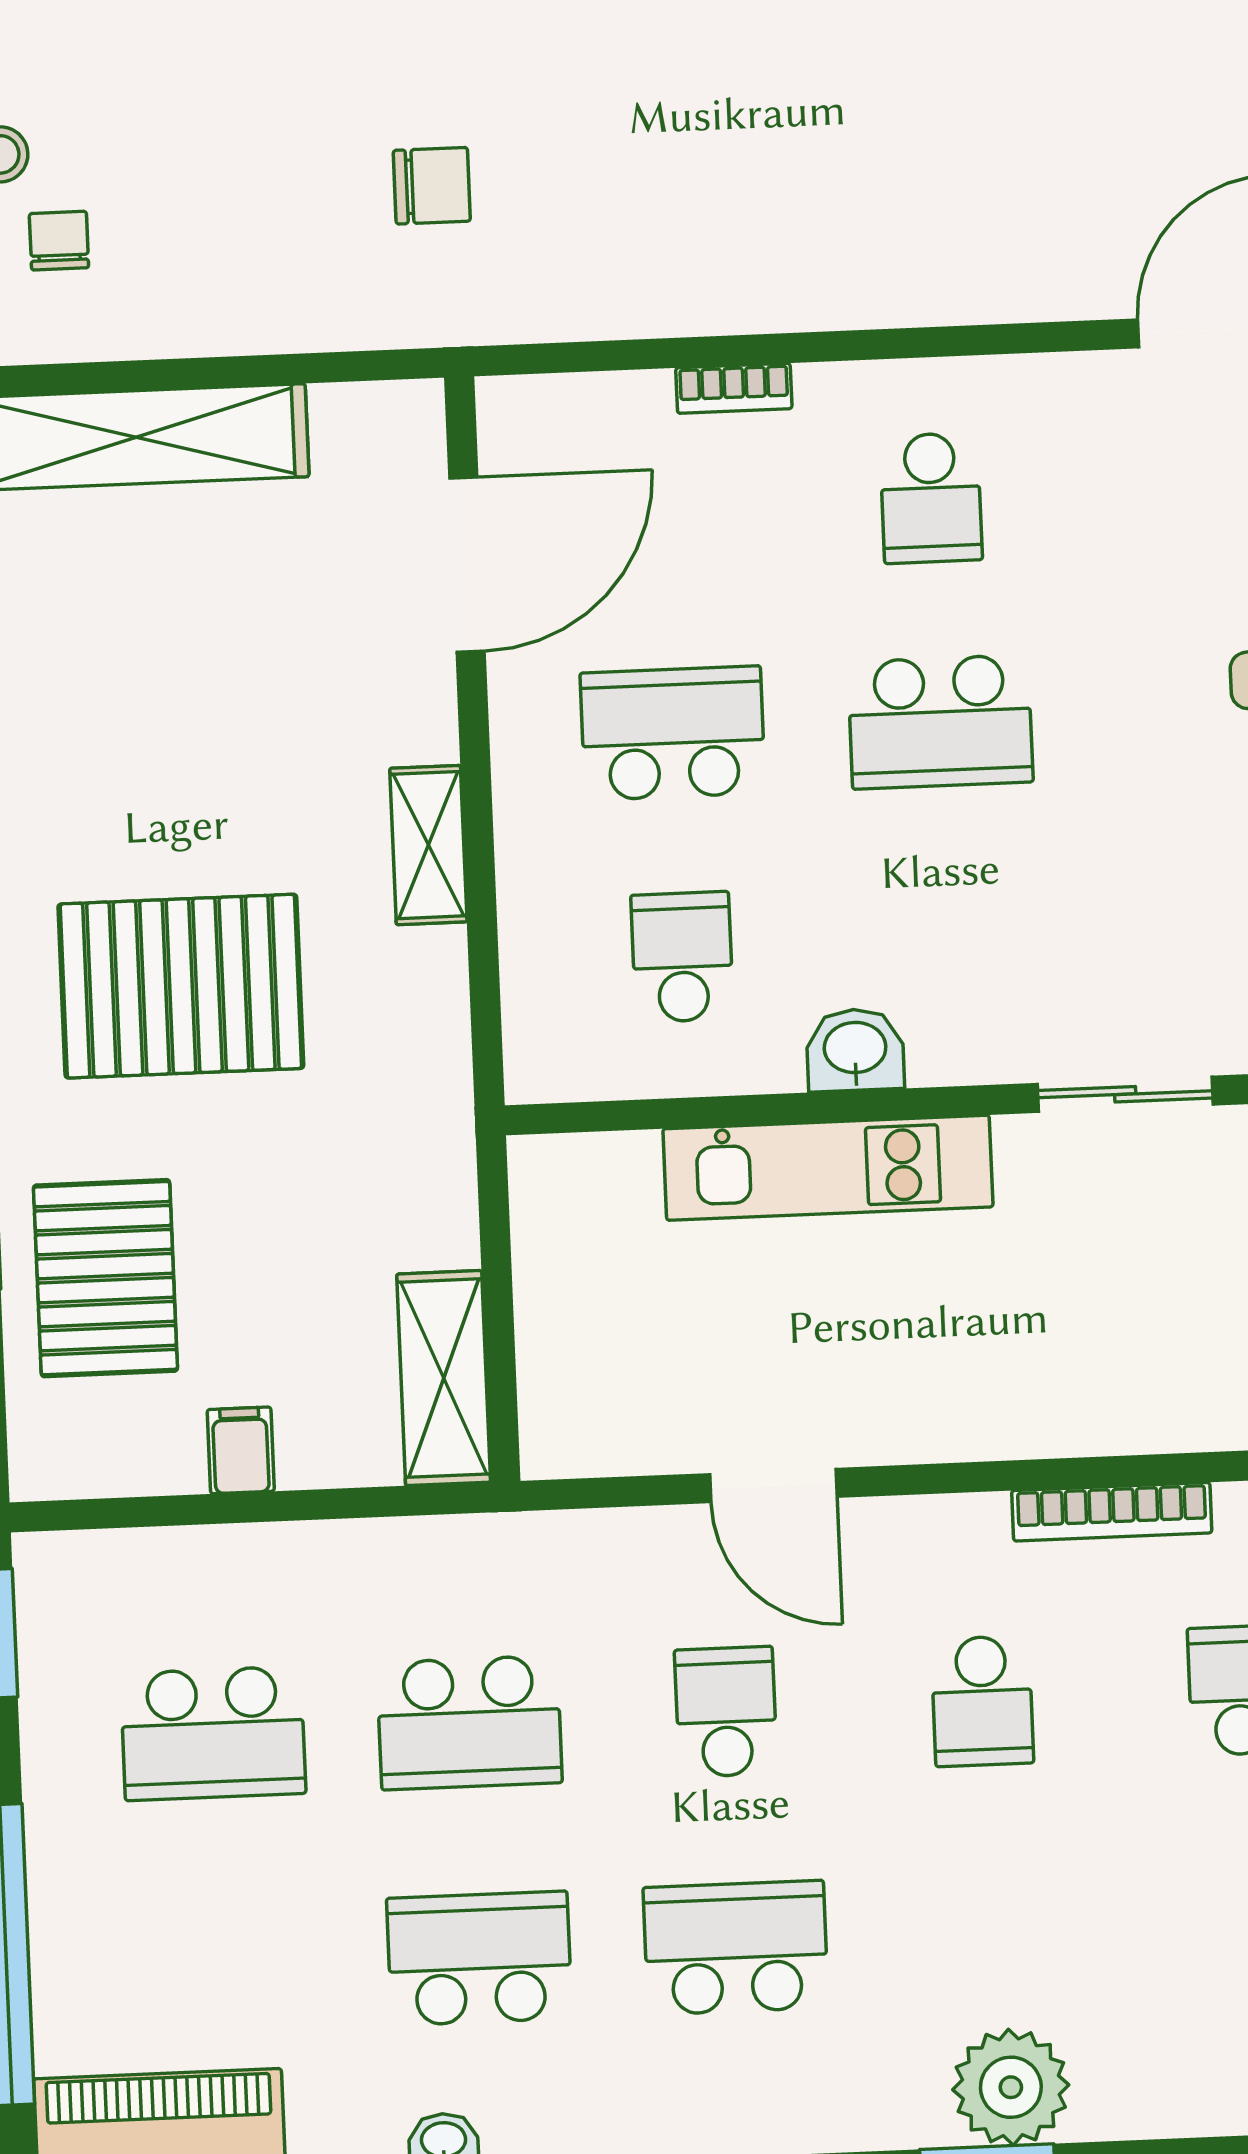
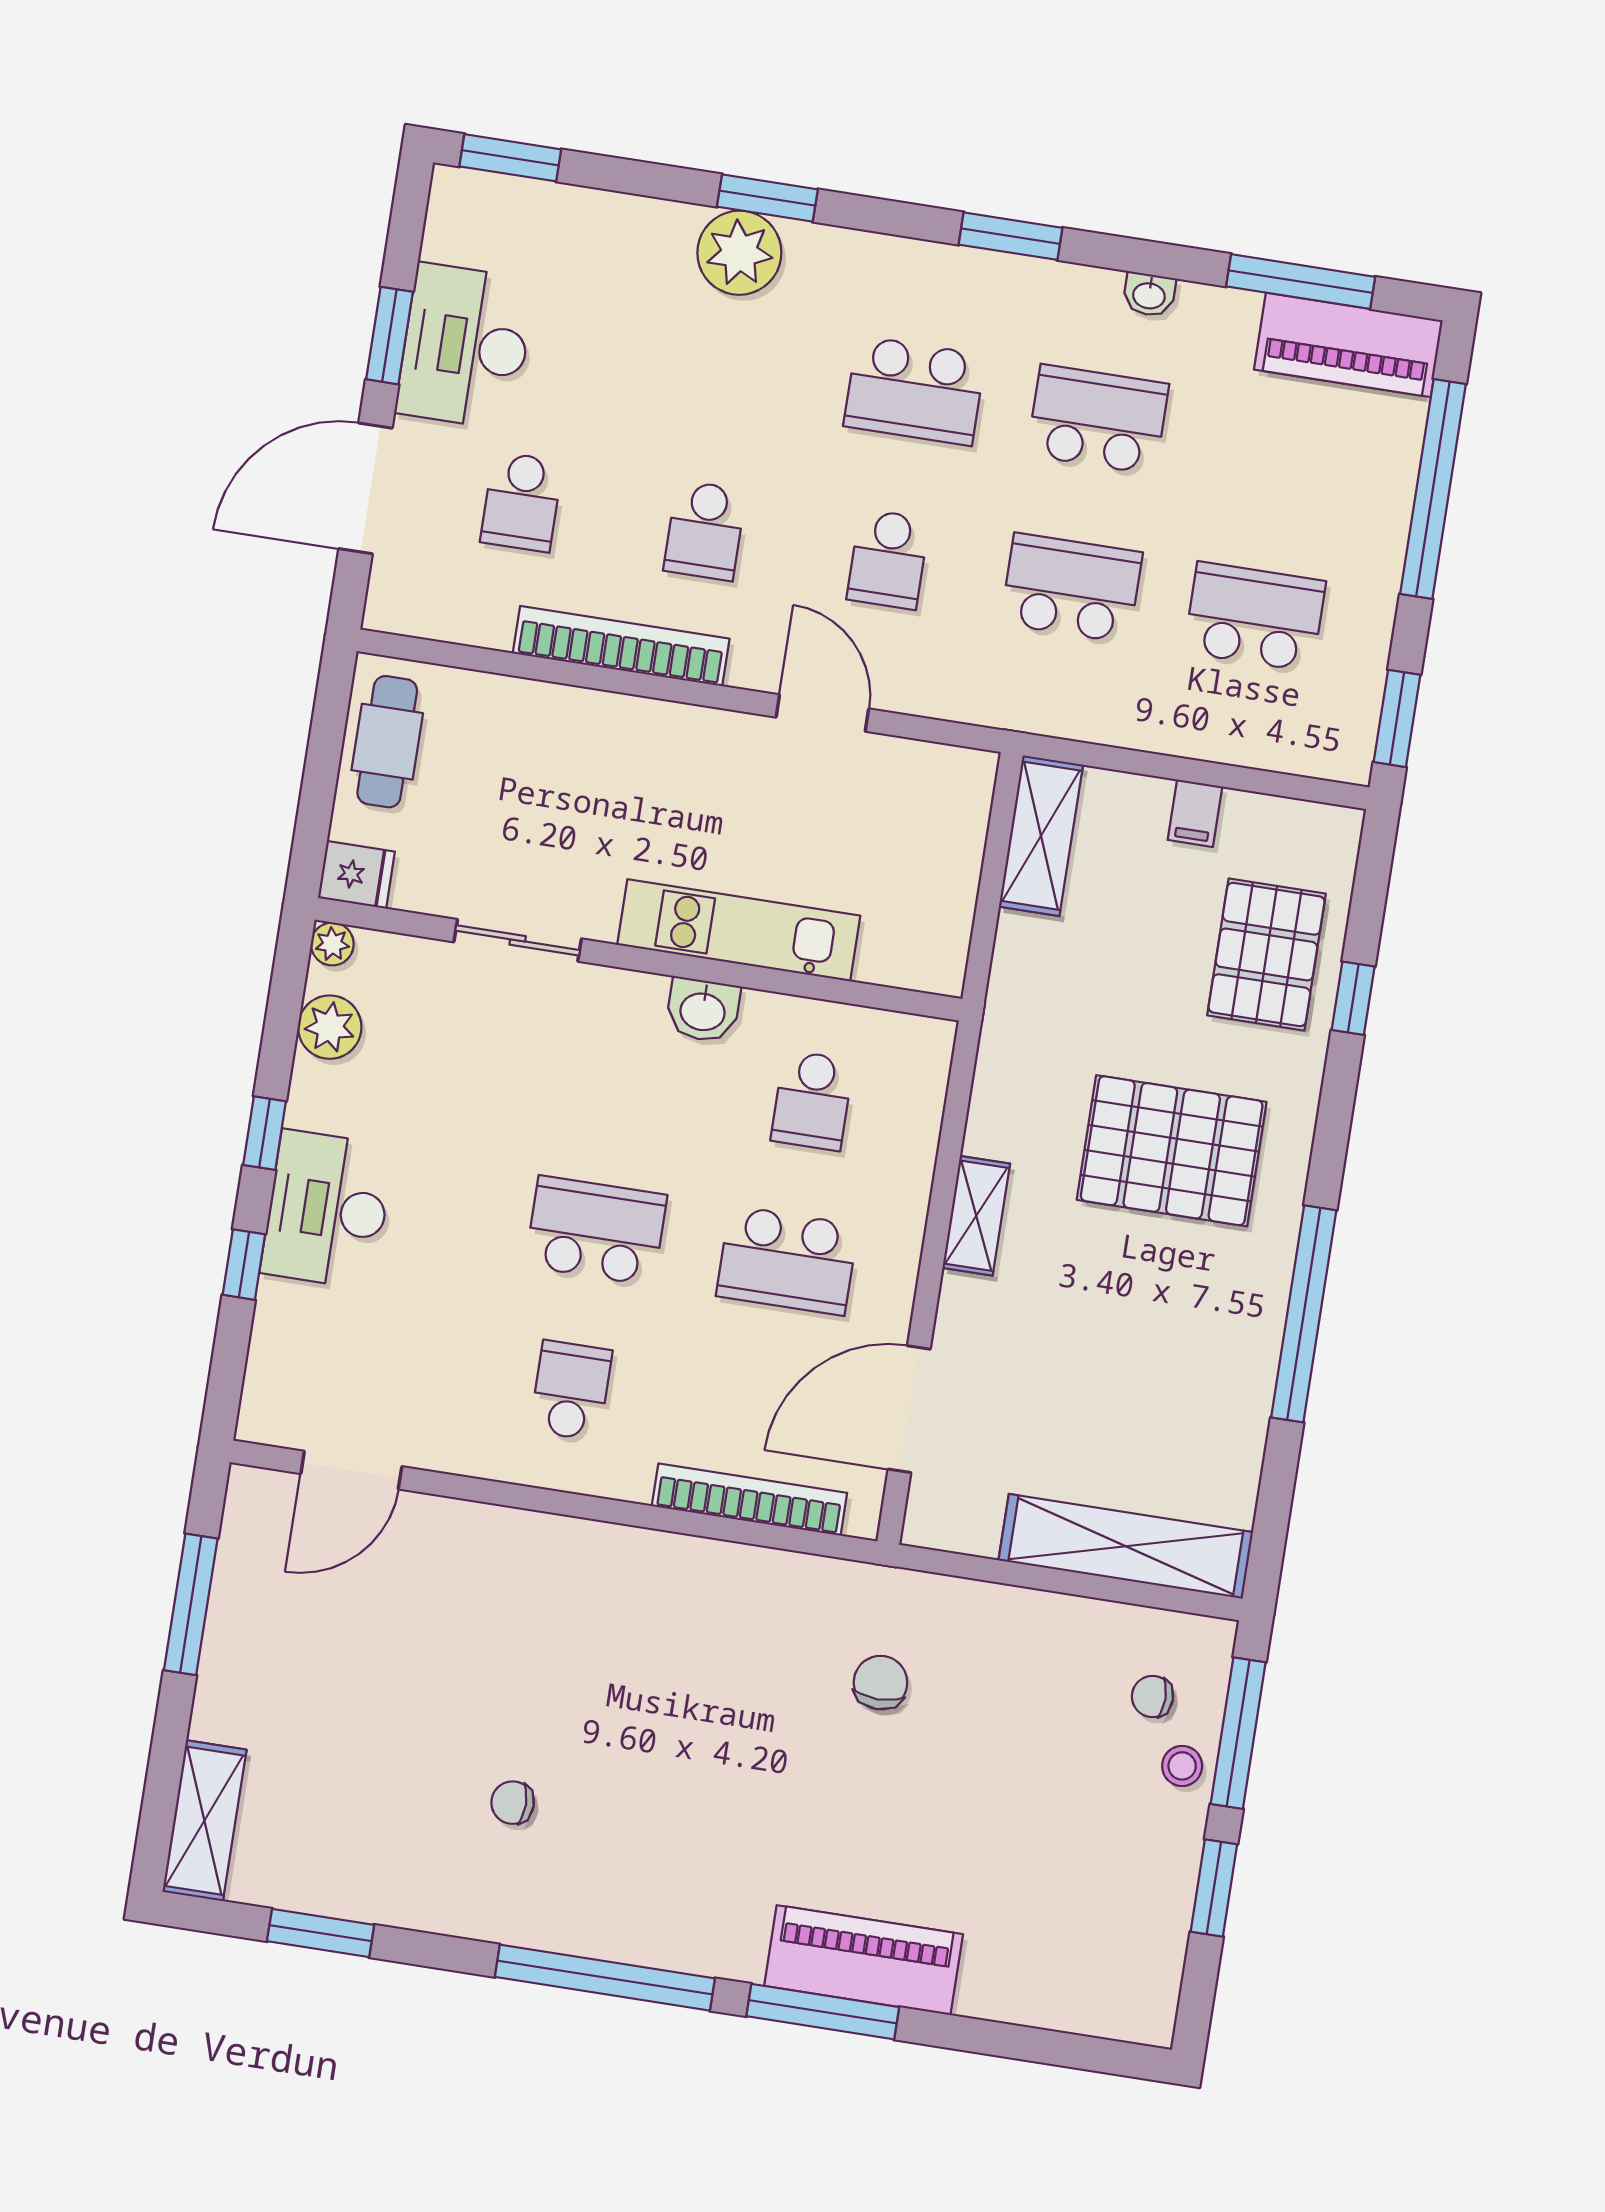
chair: (432, 186) -> (880, 1683), turned 90
chair: (59, 241) -> (1152, 1696), turned 90
bookcase: (734, 388) -> (749, 1499), width x2.31, depth x1.31
bookcase: (1112, 1512) -> (621, 646), width x1.48, depth x1.31
school desk: (982, 1701) -> (705, 531), turned 180
school desk: (479, 1958) -> (1098, 419), turned 180

